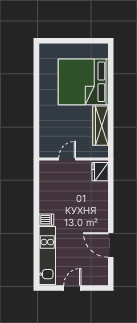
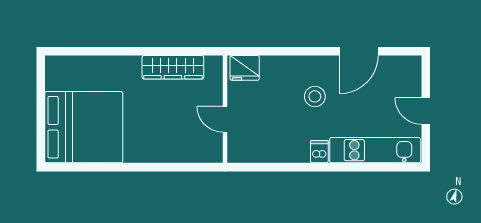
bed: (83, 82) -> (84, 127), moved, turned -90
stool: (82, 217) -> (315, 96), added

